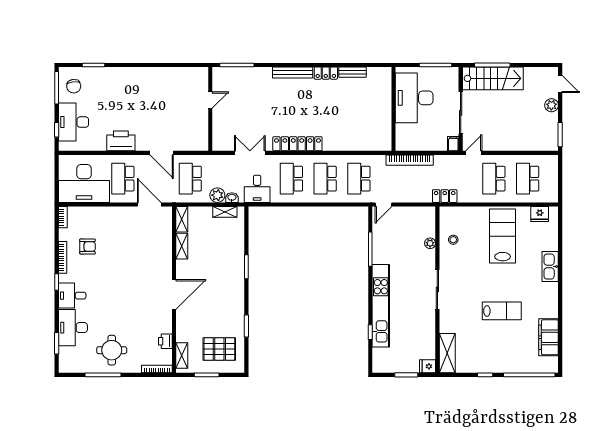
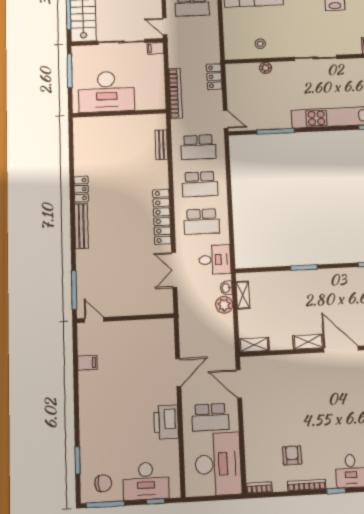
bench: (353, 72) -> (161, 145), moved
filing cabinet: (174, 75) -> (87, 363), added
door: (210, 100) -> (94, 320), moved
school desk: (190, 179) -> (207, 337), removed
locker: (445, 196) -> (214, 77), moved
door: (149, 204) -> (239, 384), hinge flipped
shelving: (182, 246) -> (308, 342), moved

